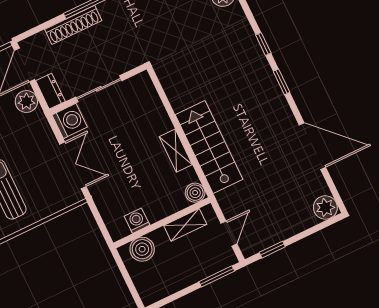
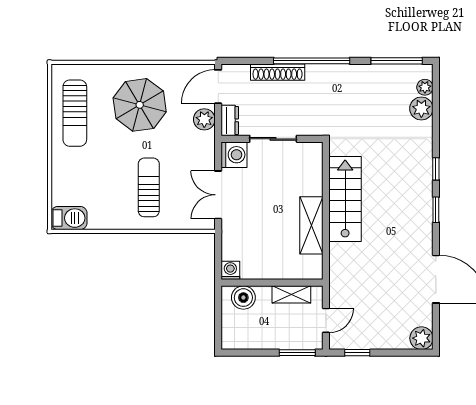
stairs: (209, 147) -> (345, 199), moved
shelving: (176, 151) -> (311, 225), width x1.50, depth x1.33
double door: (73, 165) -> (218, 195), swing flipped
boiler: (195, 193) -> (314, 270), removed
washing machine: (137, 221) -> (230, 270), moved

